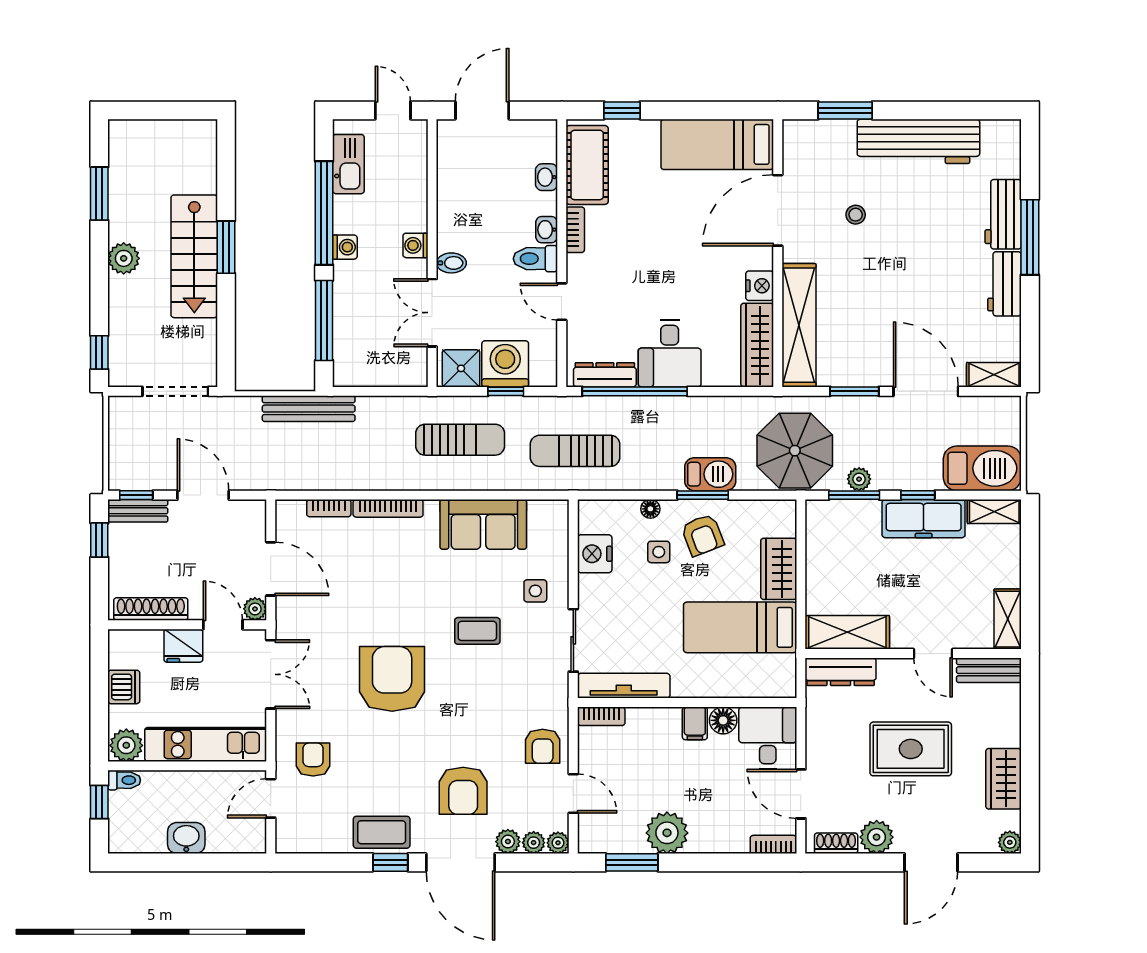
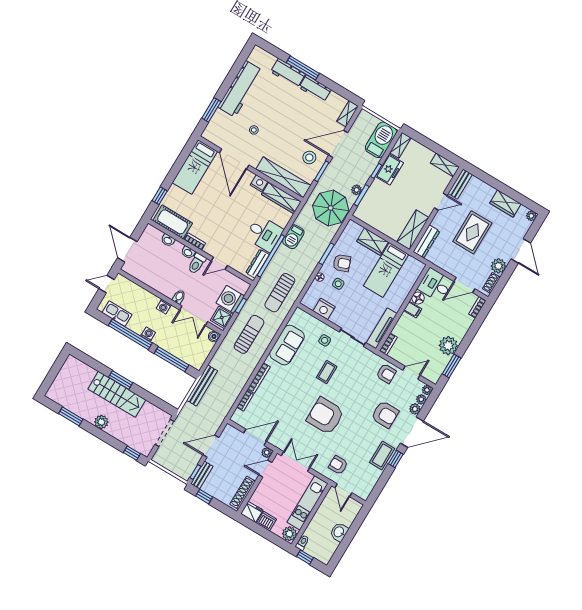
stool: (867, 352) -> (309, 158), added
boiler: (416, 375) -> (214, 336), added
barbecue: (710, 474) -> (293, 237), moved, turned 180
freezer: (924, 519) -> (389, 170), width x0.71
fridge: (183, 646) -> (252, 512), moved, turned -90

